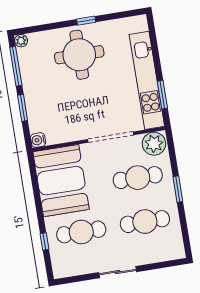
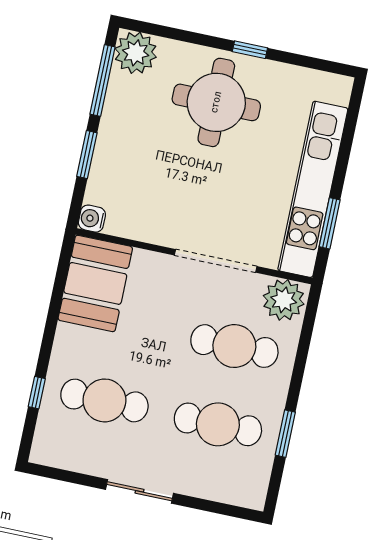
plant: (21, 41) -> (136, 53), width x1.87, depth x1.87
booth: (61, 181) -> (95, 283), width x0.73, depth x0.70
window: (178, 189) -> (285, 434), moved

